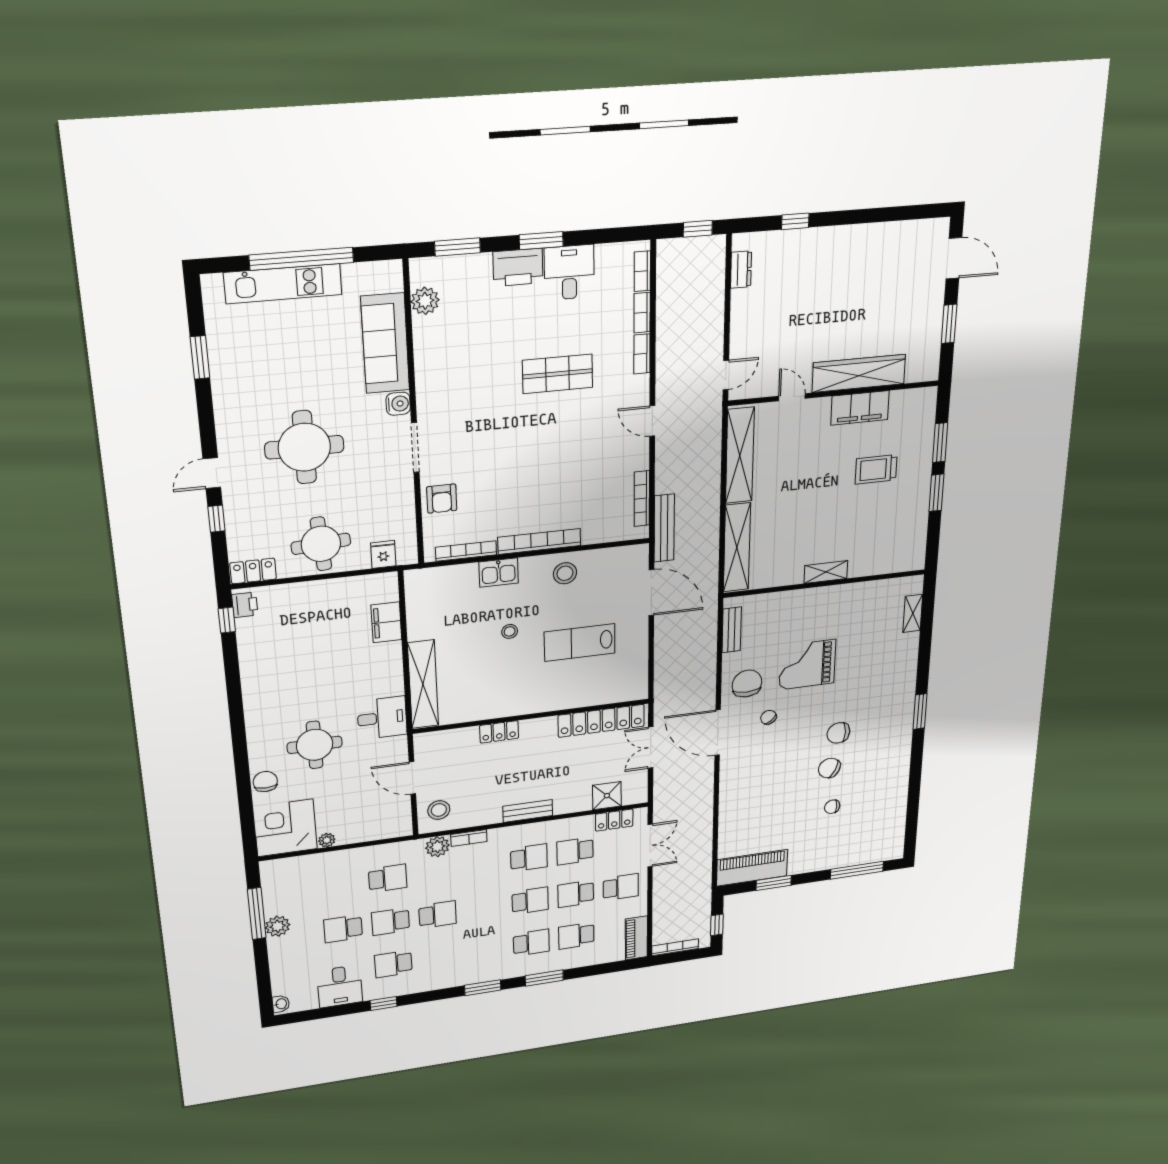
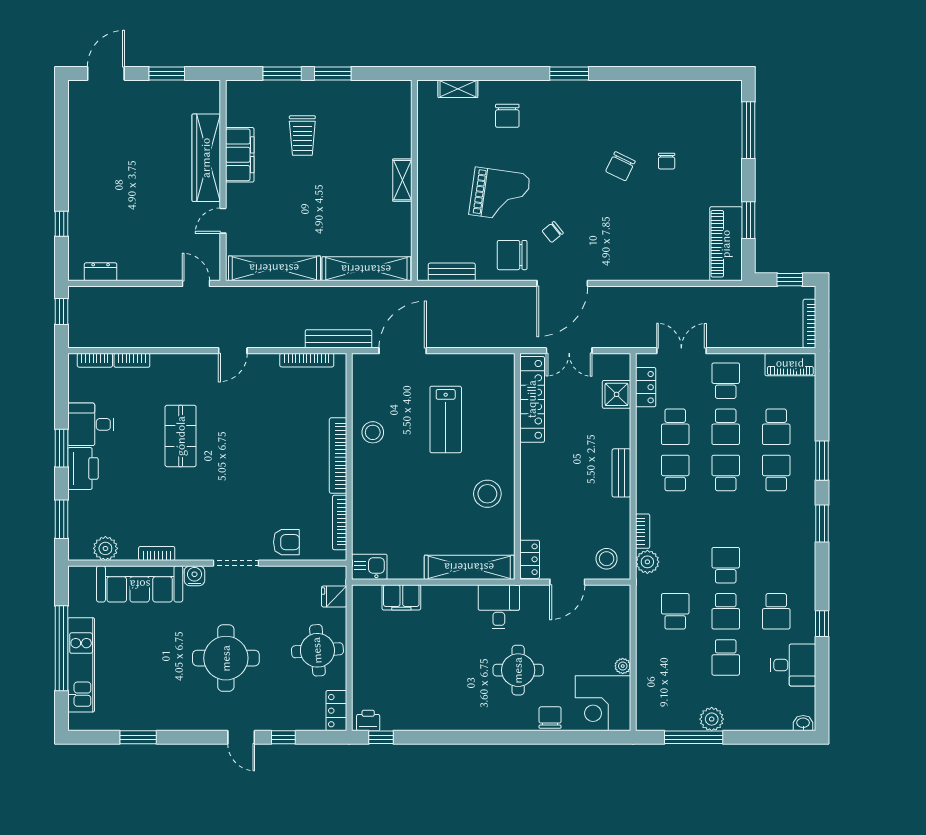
bookcase: (642, 354) -> (157, 553), moved, turned 180
kitchen sink: (499, 573) -> (369, 567), moved, turned -90
stool: (510, 631) -> (487, 494), moved, width x1.89, depth x1.89
grand piano: (807, 665) -> (500, 194), turned -82
locker: (499, 732) -> (530, 559), moved
chair: (838, 733) -> (507, 116), moved
chair: (265, 782) -> (550, 718), turned 90

